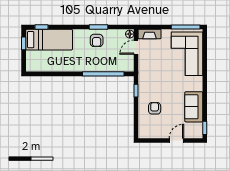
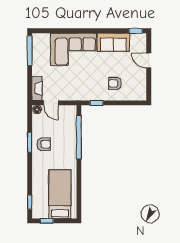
bed: (49, 40) -> (60, 194), moved
corner sofa: (187, 54) -> (74, 49), moved

